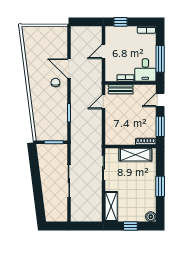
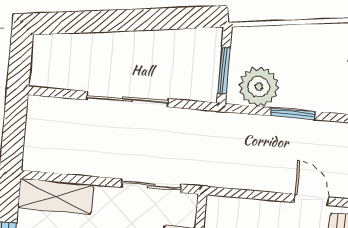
plant: (59, 127) -> (259, 87), added

